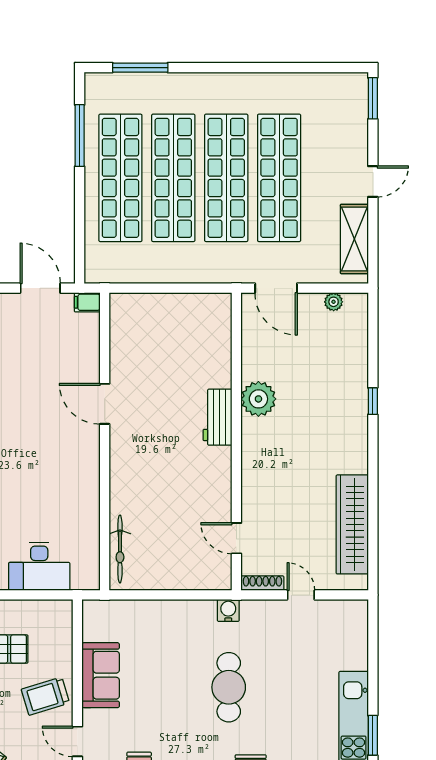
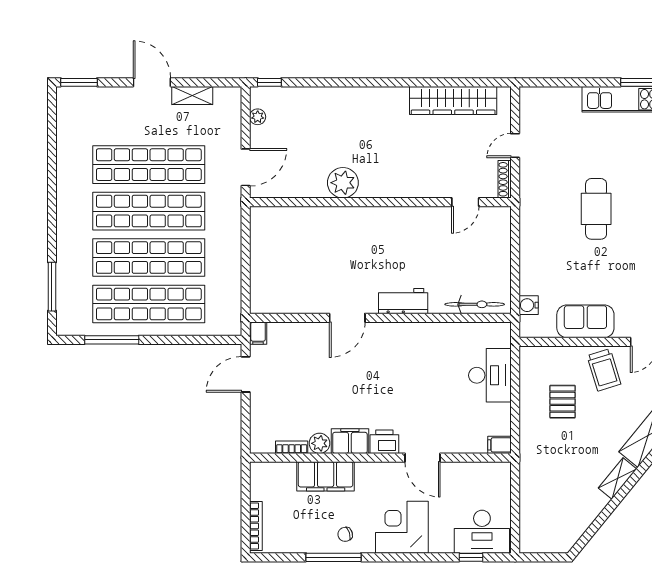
door: (373, 182) -> (152, 82), width x1.38
shelving: (354, 239) -> (192, 95), width x0.67, depth x0.75
window: (373, 401) -> (269, 82), moved
workbench: (217, 417) -> (403, 301), moved, turned 180
water cooler: (228, 610) -> (529, 305), moved
cafe table: (229, 687) -> (596, 209), turned 90

